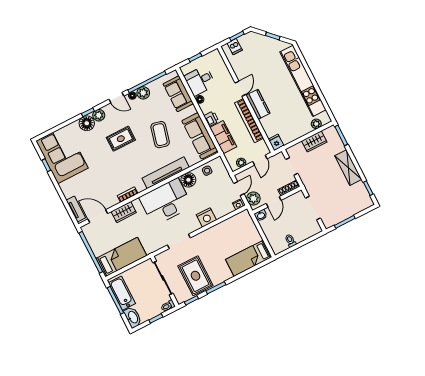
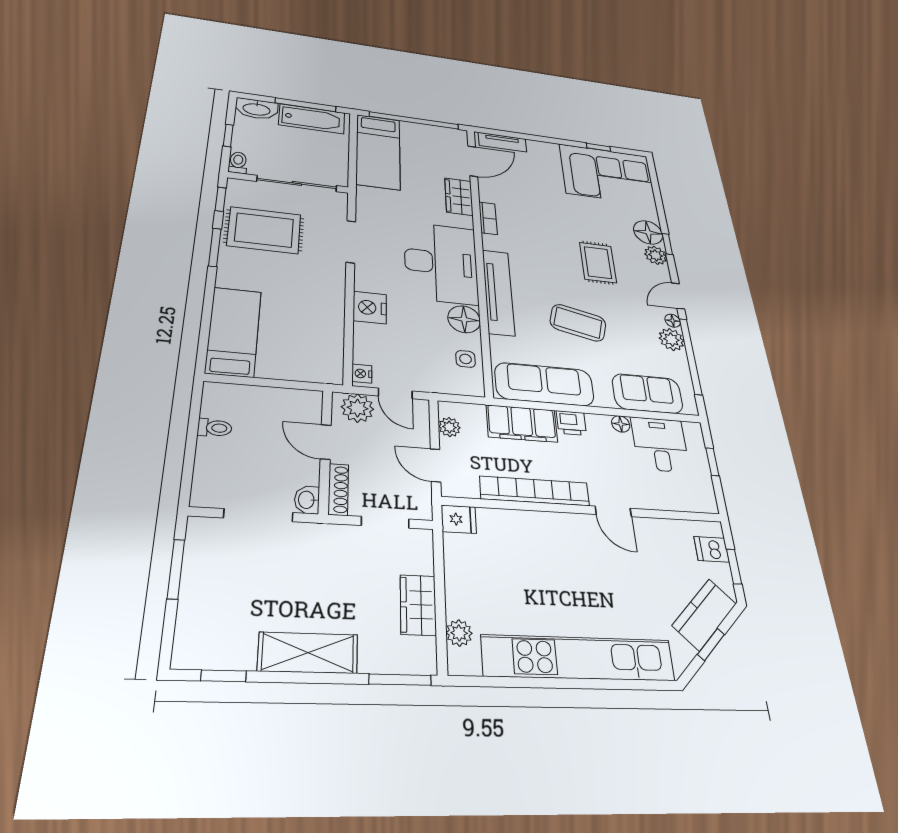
kitchen counter: (258, 104) -> (704, 615), moved, turned 135
washbasin: (261, 215) -> (307, 500), moved

